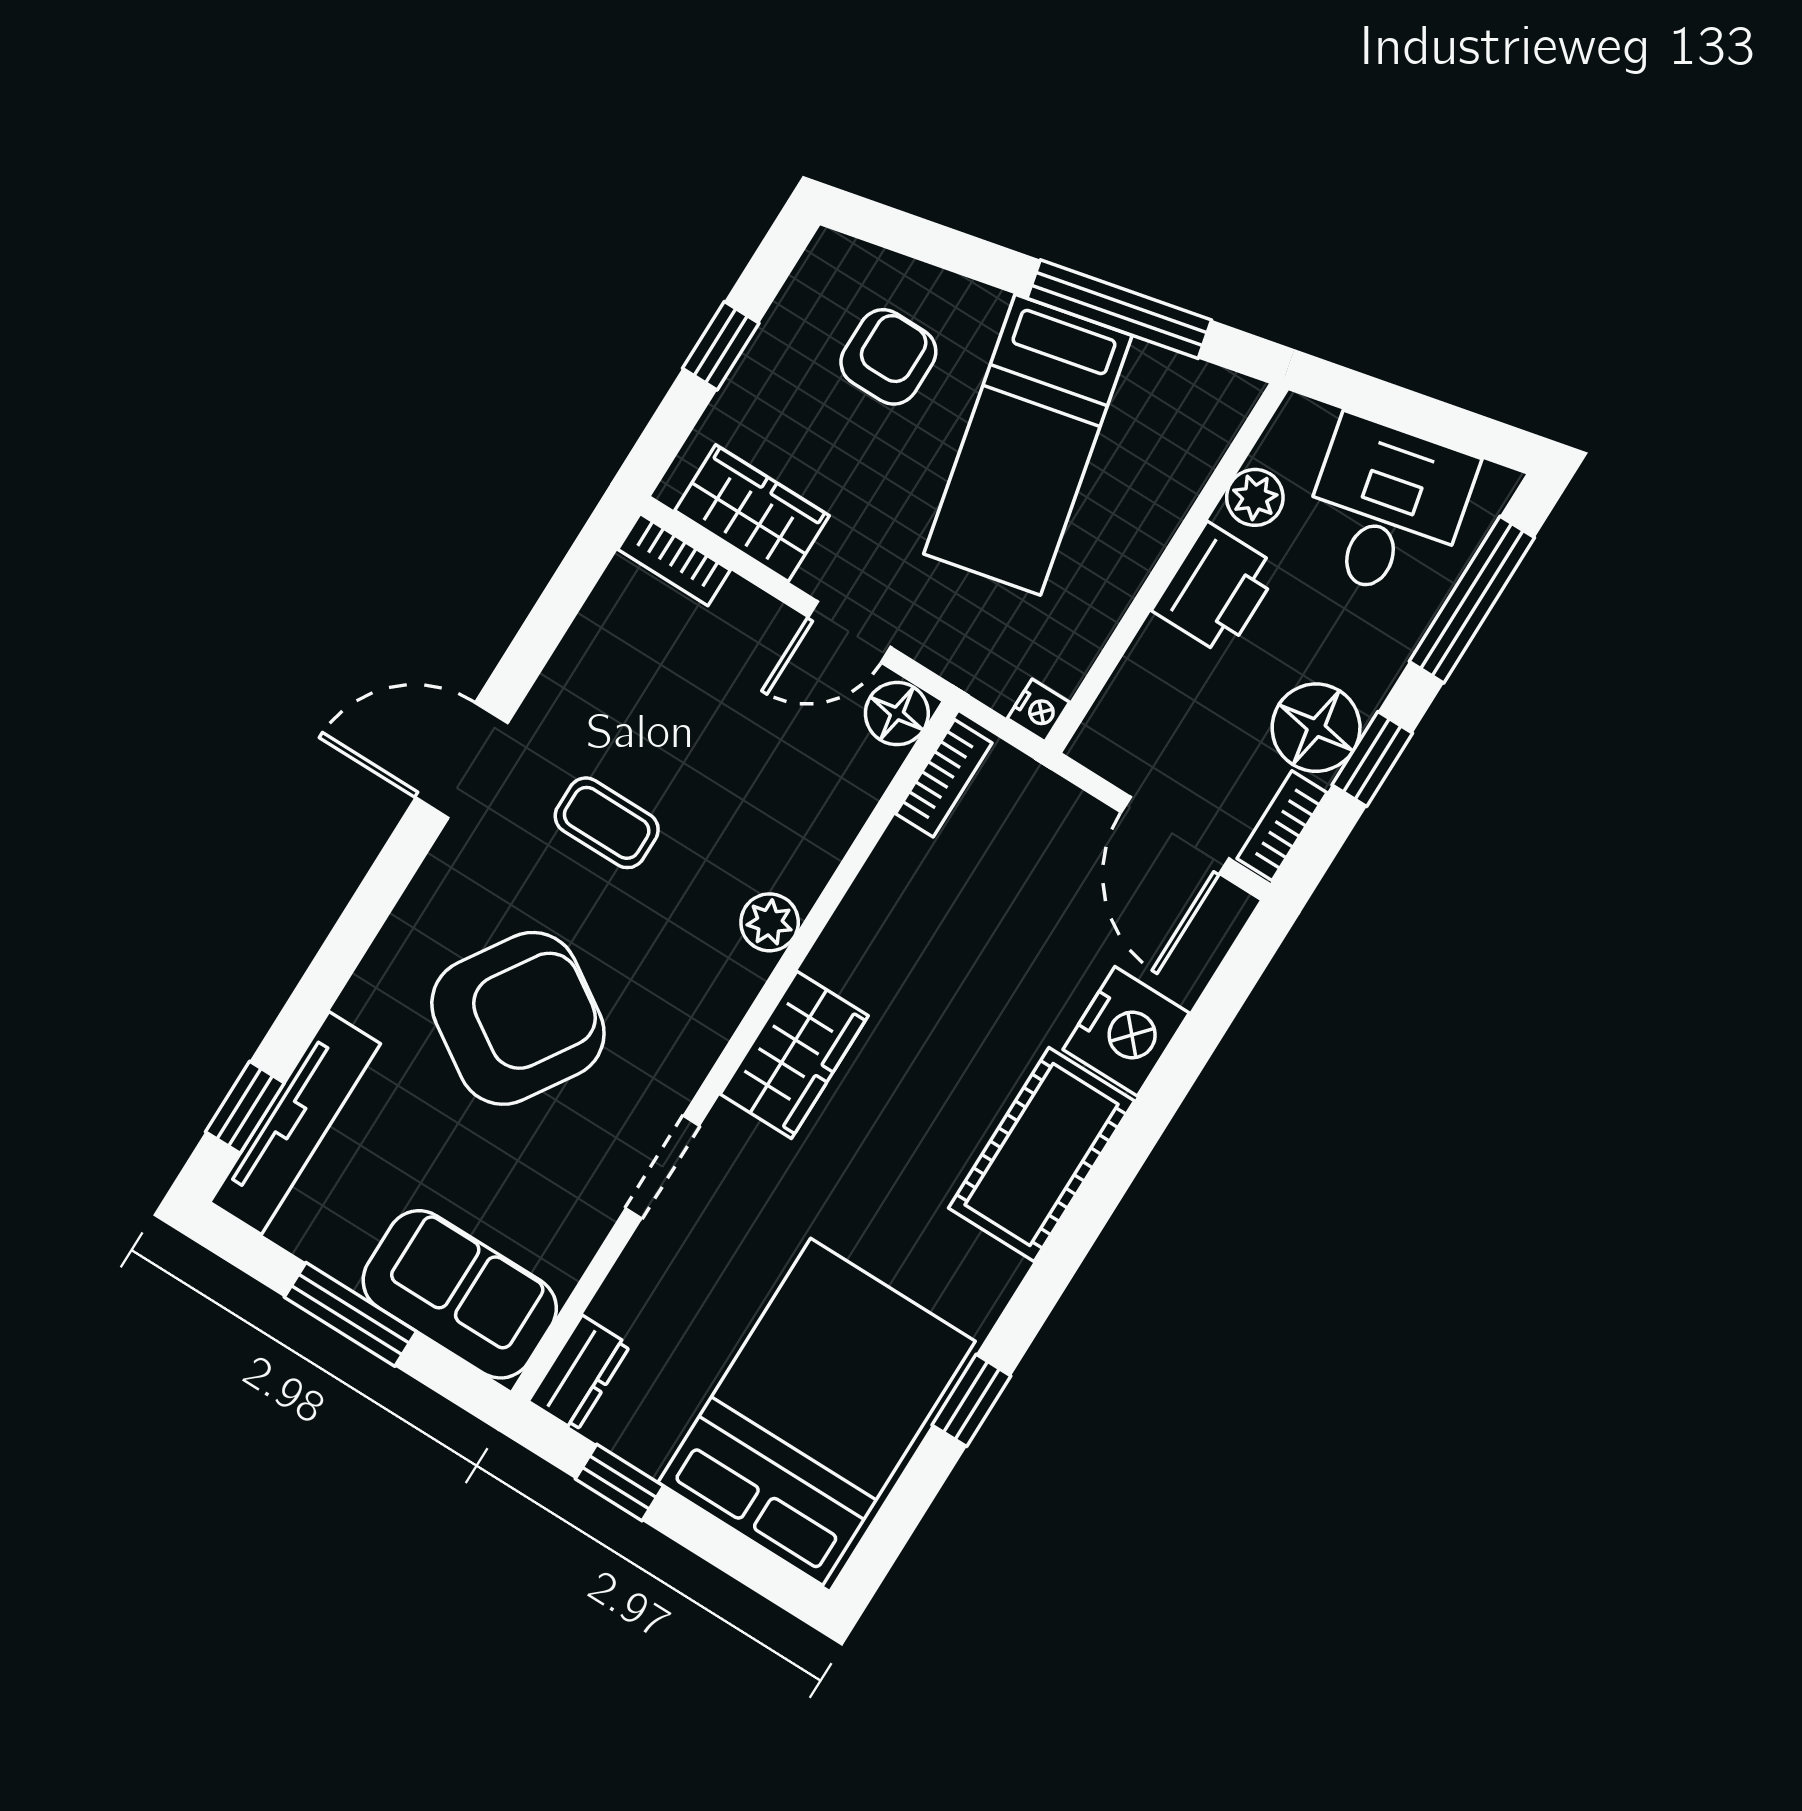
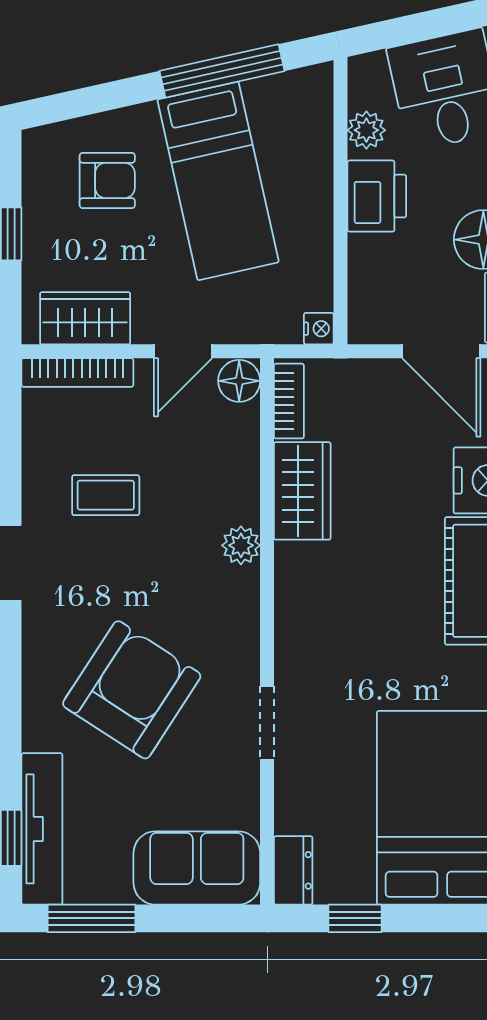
armchair: (888, 357) -> (107, 180), turned 90
bookcase: (674, 560) -> (77, 373), width x1.56
coffee table: (607, 823) -> (106, 495), moved
wardrobe: (794, 1055) -> (302, 491), moved
window: (350, 1314) -> (91, 918), moved

